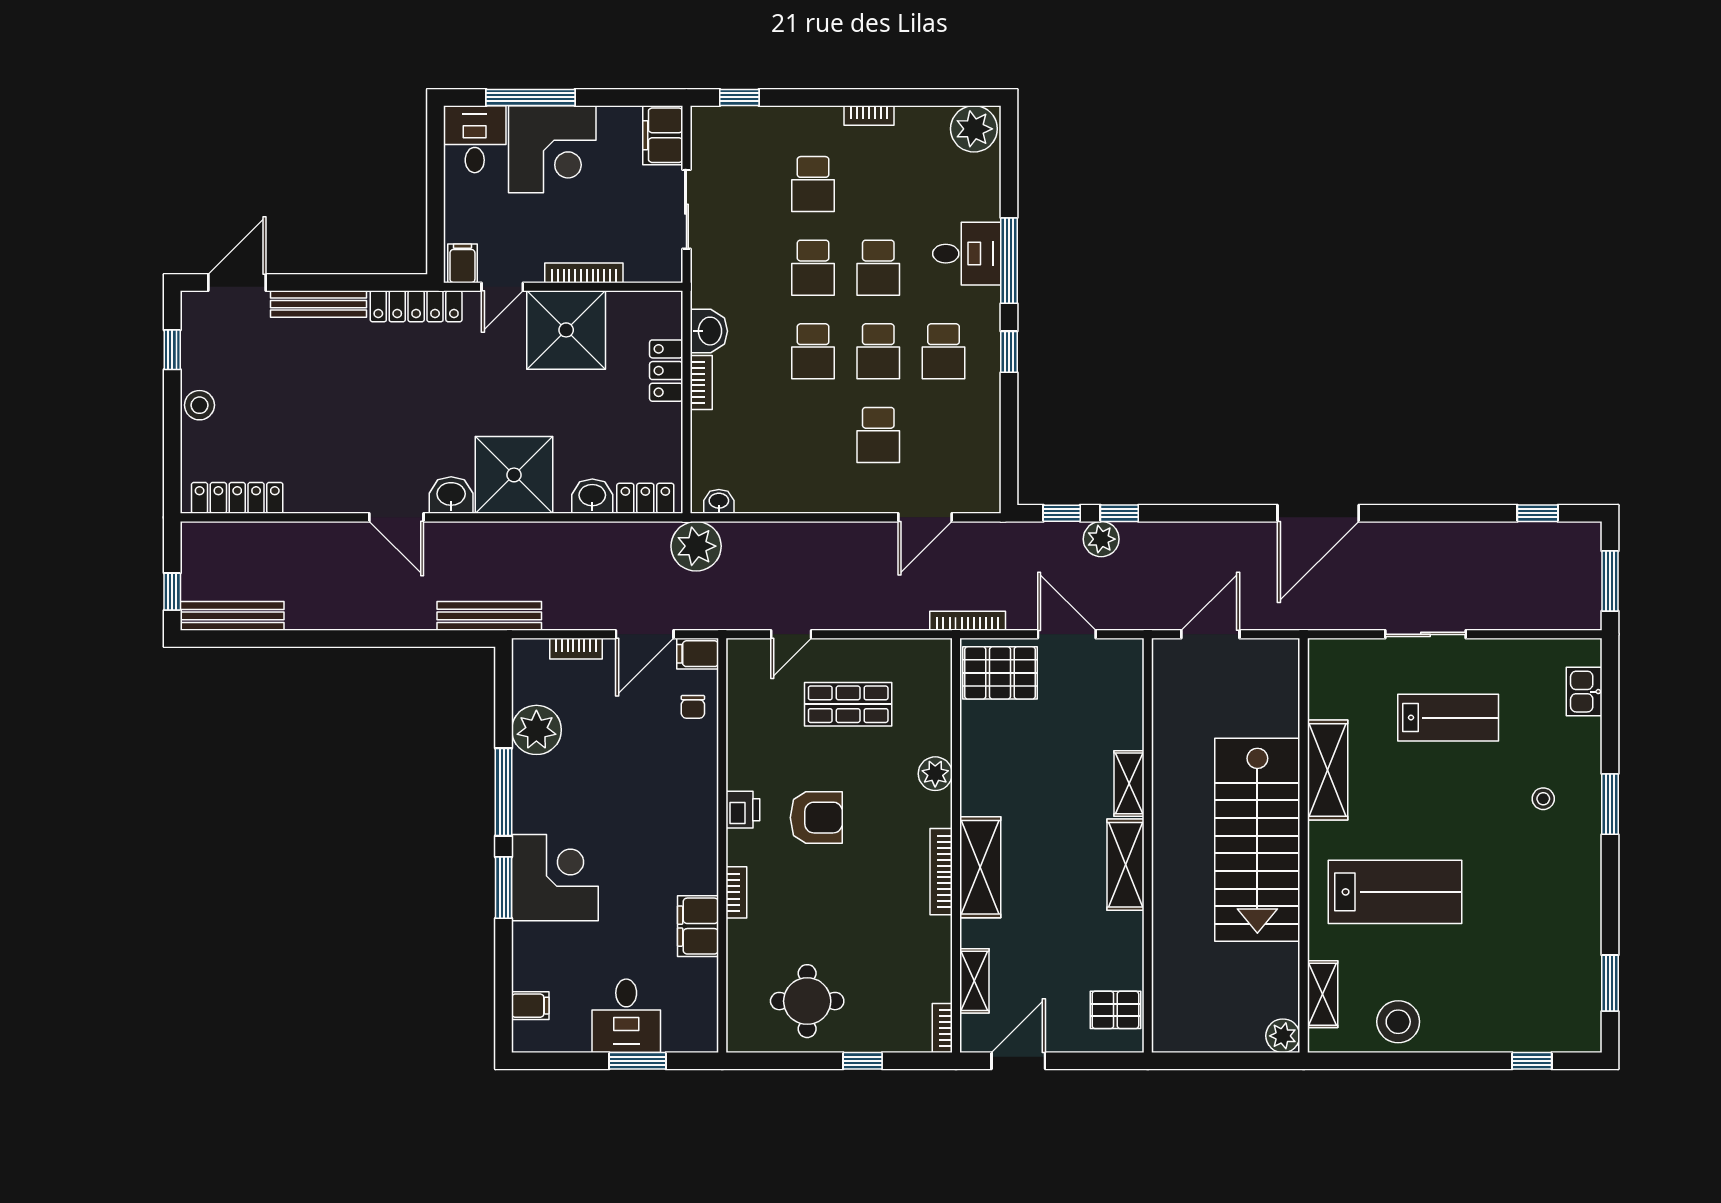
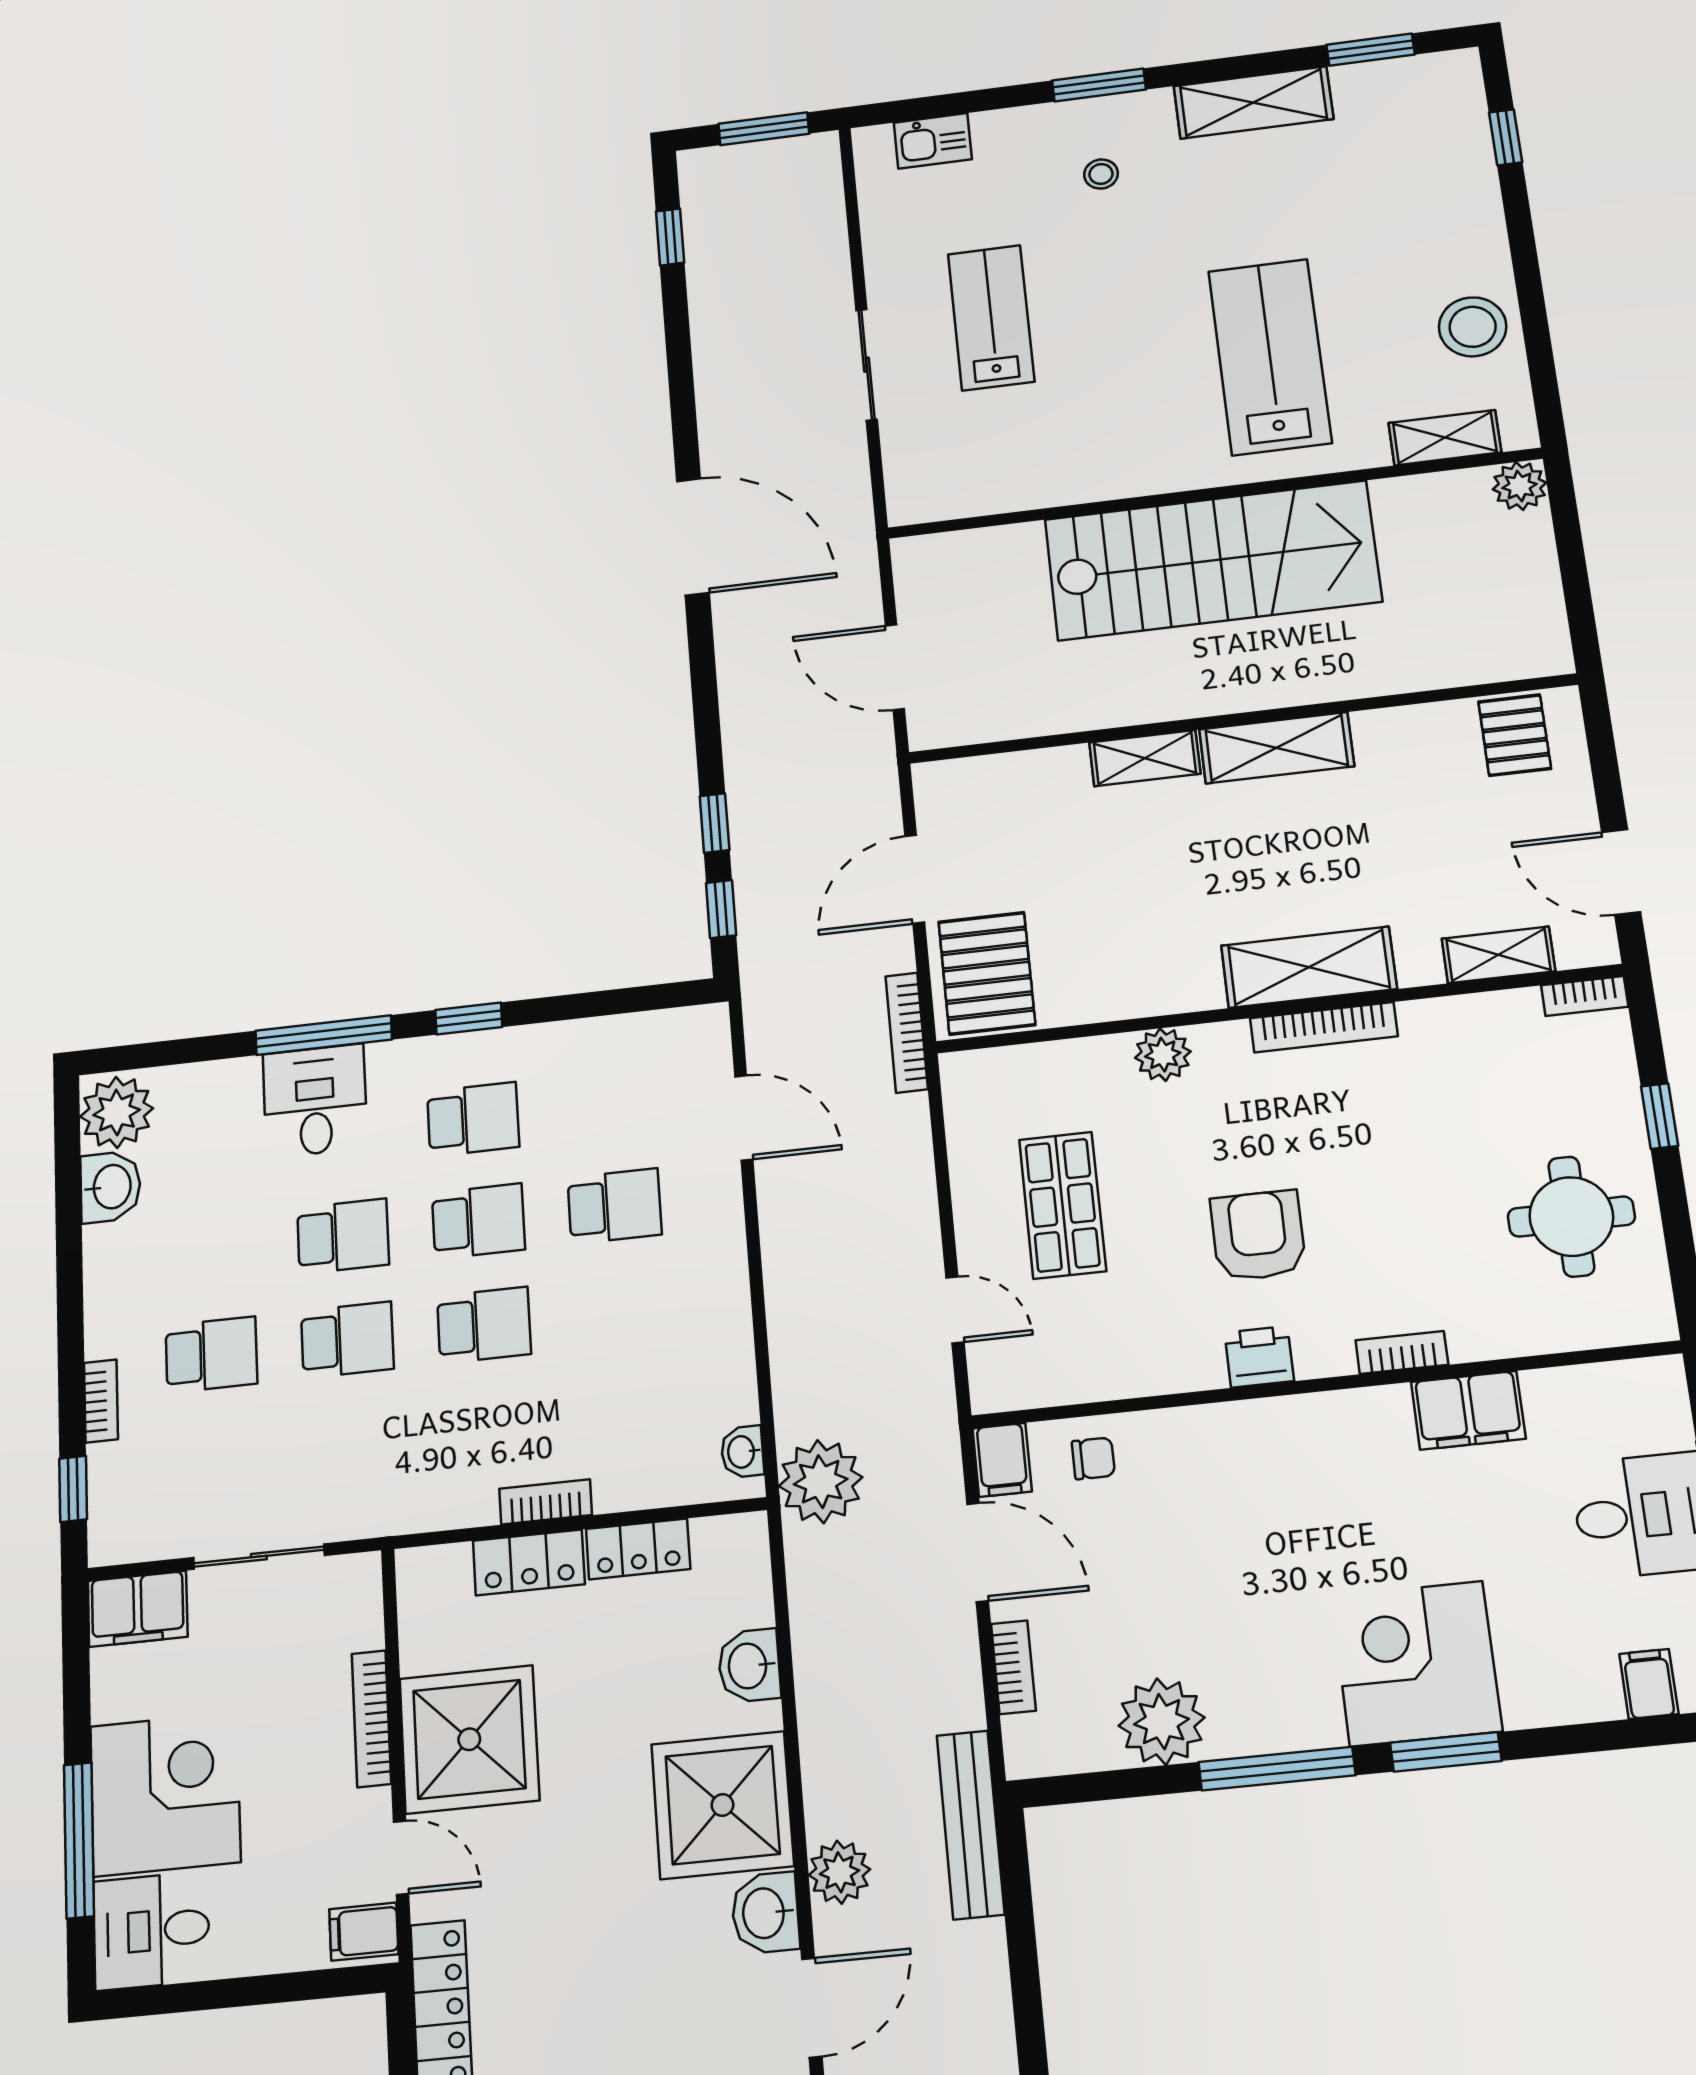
bookcase: (869, 115) -> (101, 1401), moved
washbasin: (709, 331) -> (110, 1187), moved, turned 90
locker: (645, 498) -> (638, 1549), moved, turned -90
plant: (1101, 539) -> (839, 1872), moved
shelving: (1328, 770) -> (1253, 102), moved

